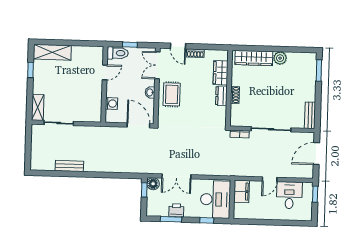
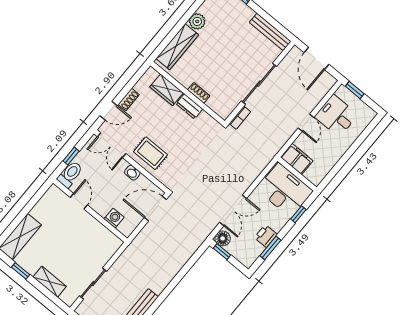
shelving: (38, 107) -> (50, 282), moved
bench: (310, 115) -> (270, 32), width x1.36

